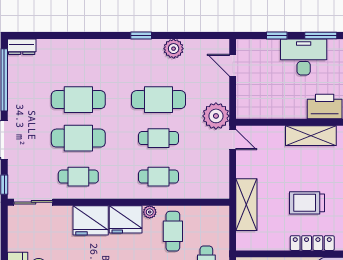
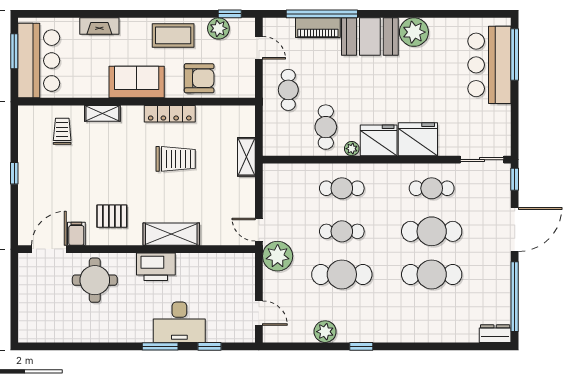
shelving: (246, 205) -> (246, 157), width x0.67, depth x0.75

